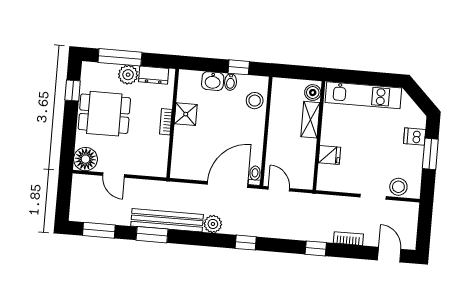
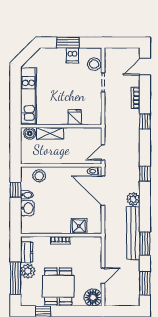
shower: (186, 114) -> (79, 226), moved
dishwasher: (415, 137) -> (72, 55), moved

